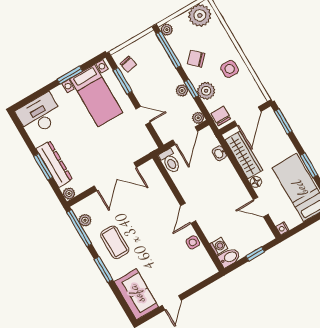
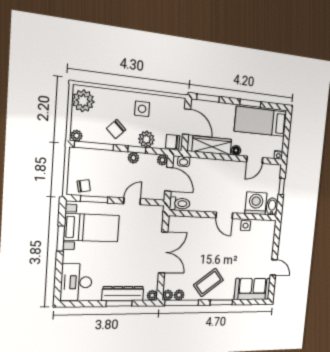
washbasin: (219, 153) -> (184, 161), moved
plant: (78, 209) -> (168, 295), added
coffee table: (115, 242) -> (209, 282), turned -38
washing machine: (219, 246) -> (256, 203), width x1.89, depth x1.89

